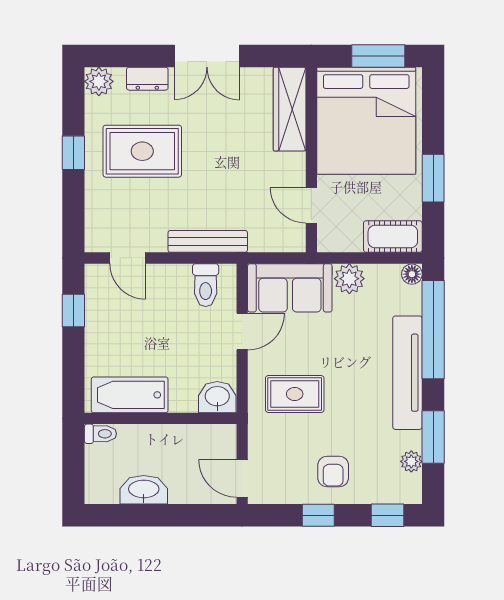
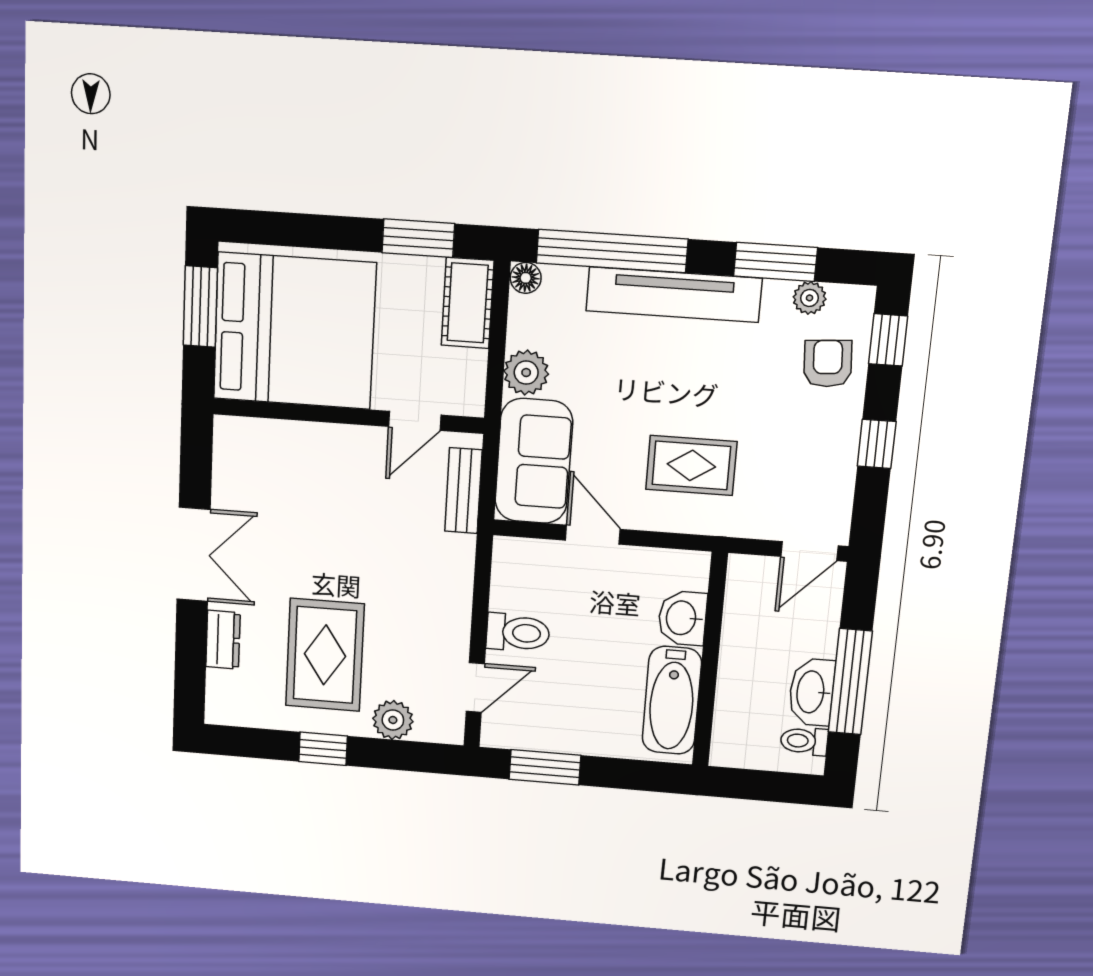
plant: (99, 81) -> (393, 720), moved
wardrobe: (290, 109) -> (273, 442), removed
window: (433, 178) -> (418, 238), moved
bench: (208, 241) -> (463, 491), moved, width x0.73
toilet: (206, 285) -> (518, 633), moved
window: (73, 311) -> (545, 767), width x1.50
rug: (295, 394) -> (691, 465), turned 90
washbasin: (217, 397) -> (682, 618), moved
toilet: (100, 434) -> (804, 741), moved, turned -90
armchair: (333, 472) -> (828, 363), moved, turned -94
window: (153, 515) -> (850, 682), added

